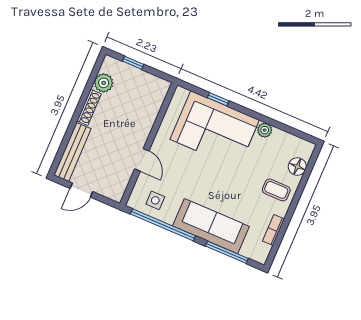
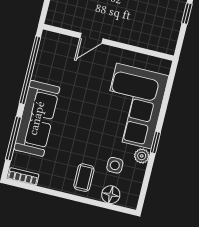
window: (218, 99) -> (155, 143), moved
side table: (155, 200) -> (115, 165), moved
bookcase: (273, 230) -> (23, 177), moved

